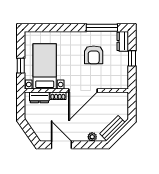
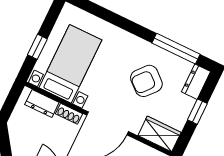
armchair: (94, 55) -> (146, 81), turned 41
wardrobe: (116, 82) -> (160, 134), added

